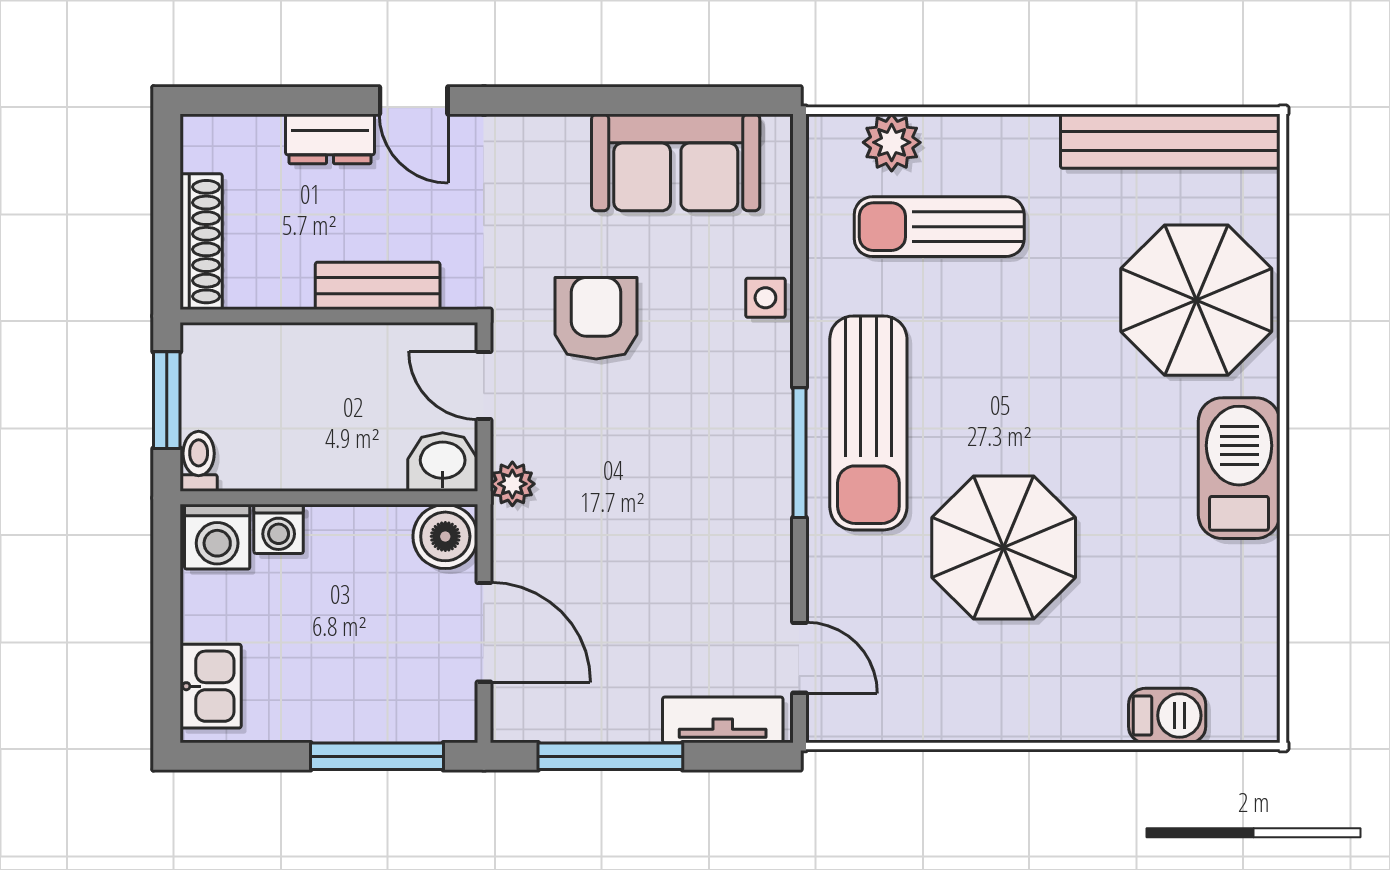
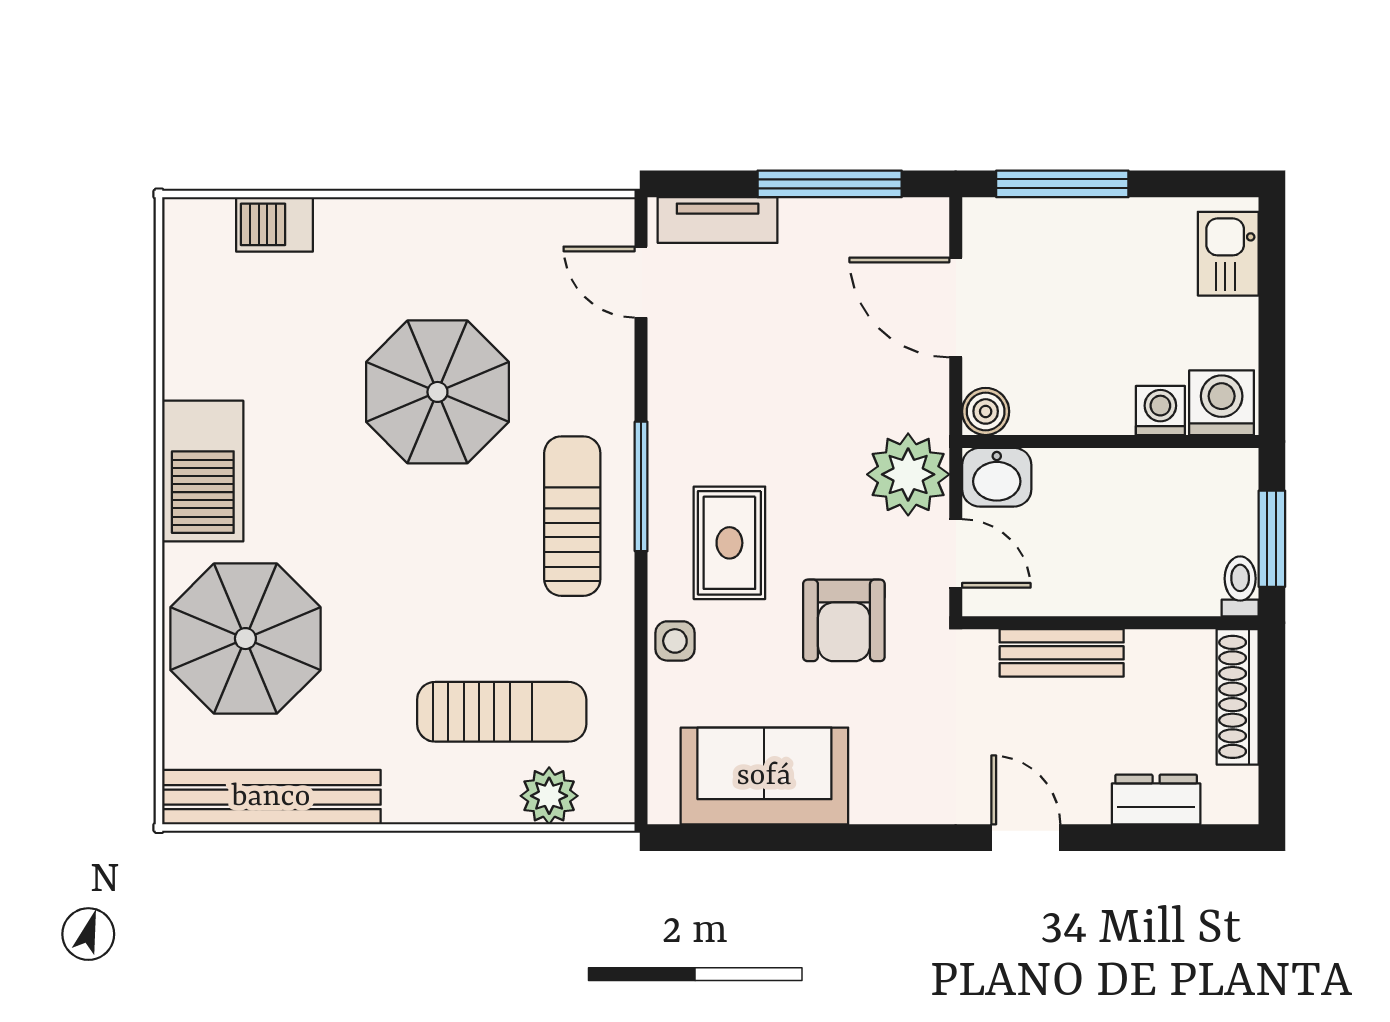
dresser: (330, 139) -> (1156, 799), moved
rug: (711, 396) -> (729, 543), added
sun lounger: (868, 423) -> (572, 516), width x0.73, depth x0.75
toilet: (199, 461) -> (1240, 586), moved, turned 180
plant: (512, 484) -> (908, 474), width x1.88, depth x1.88
boiler: (445, 536) -> (986, 411), width x0.73, depth x0.73

